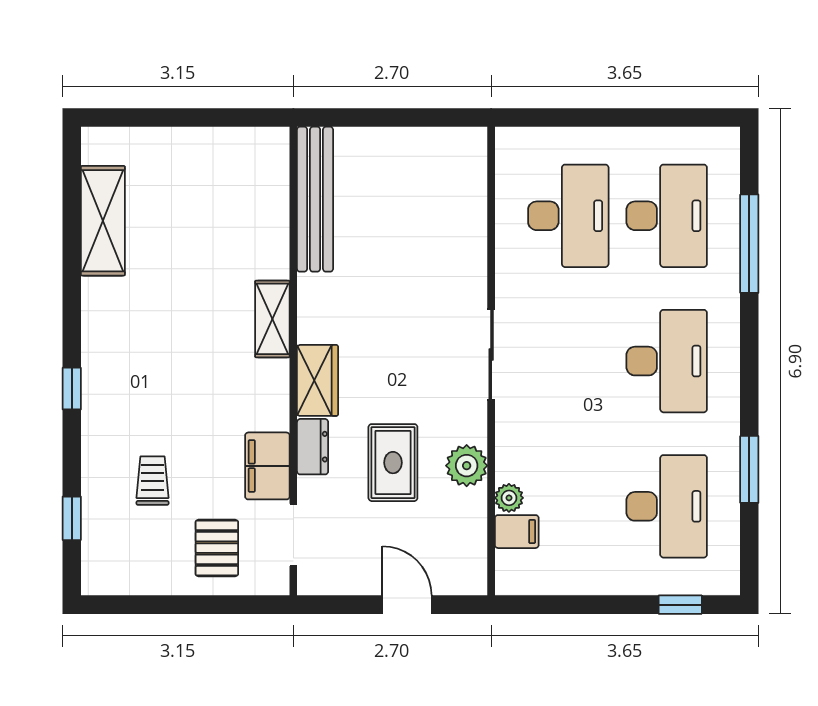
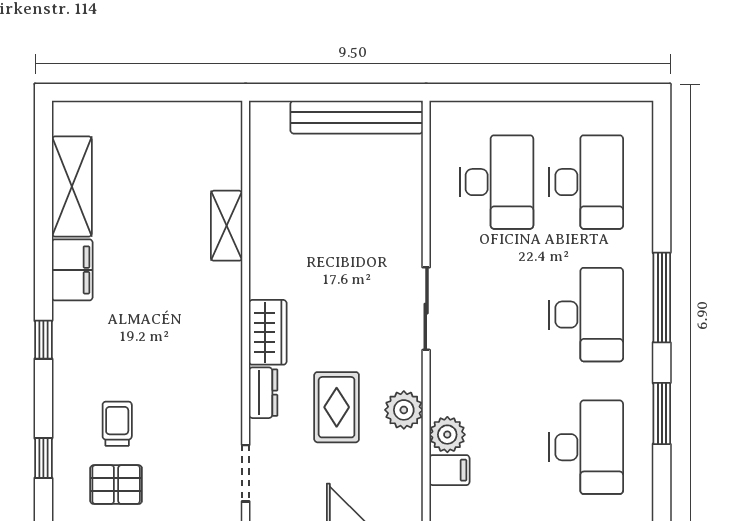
bench: (315, 199) -> (357, 117), moved, turned 90
window: (749, 244) -> (662, 298), moved
shelving: (272, 319) -> (227, 226), moved
filing cabinet: (267, 466) -> (72, 270), moved, turned 180
plant: (509, 498) -> (447, 435), width x1.38, depth x1.38
pallet: (217, 548) -> (116, 485), moved, turned 90

